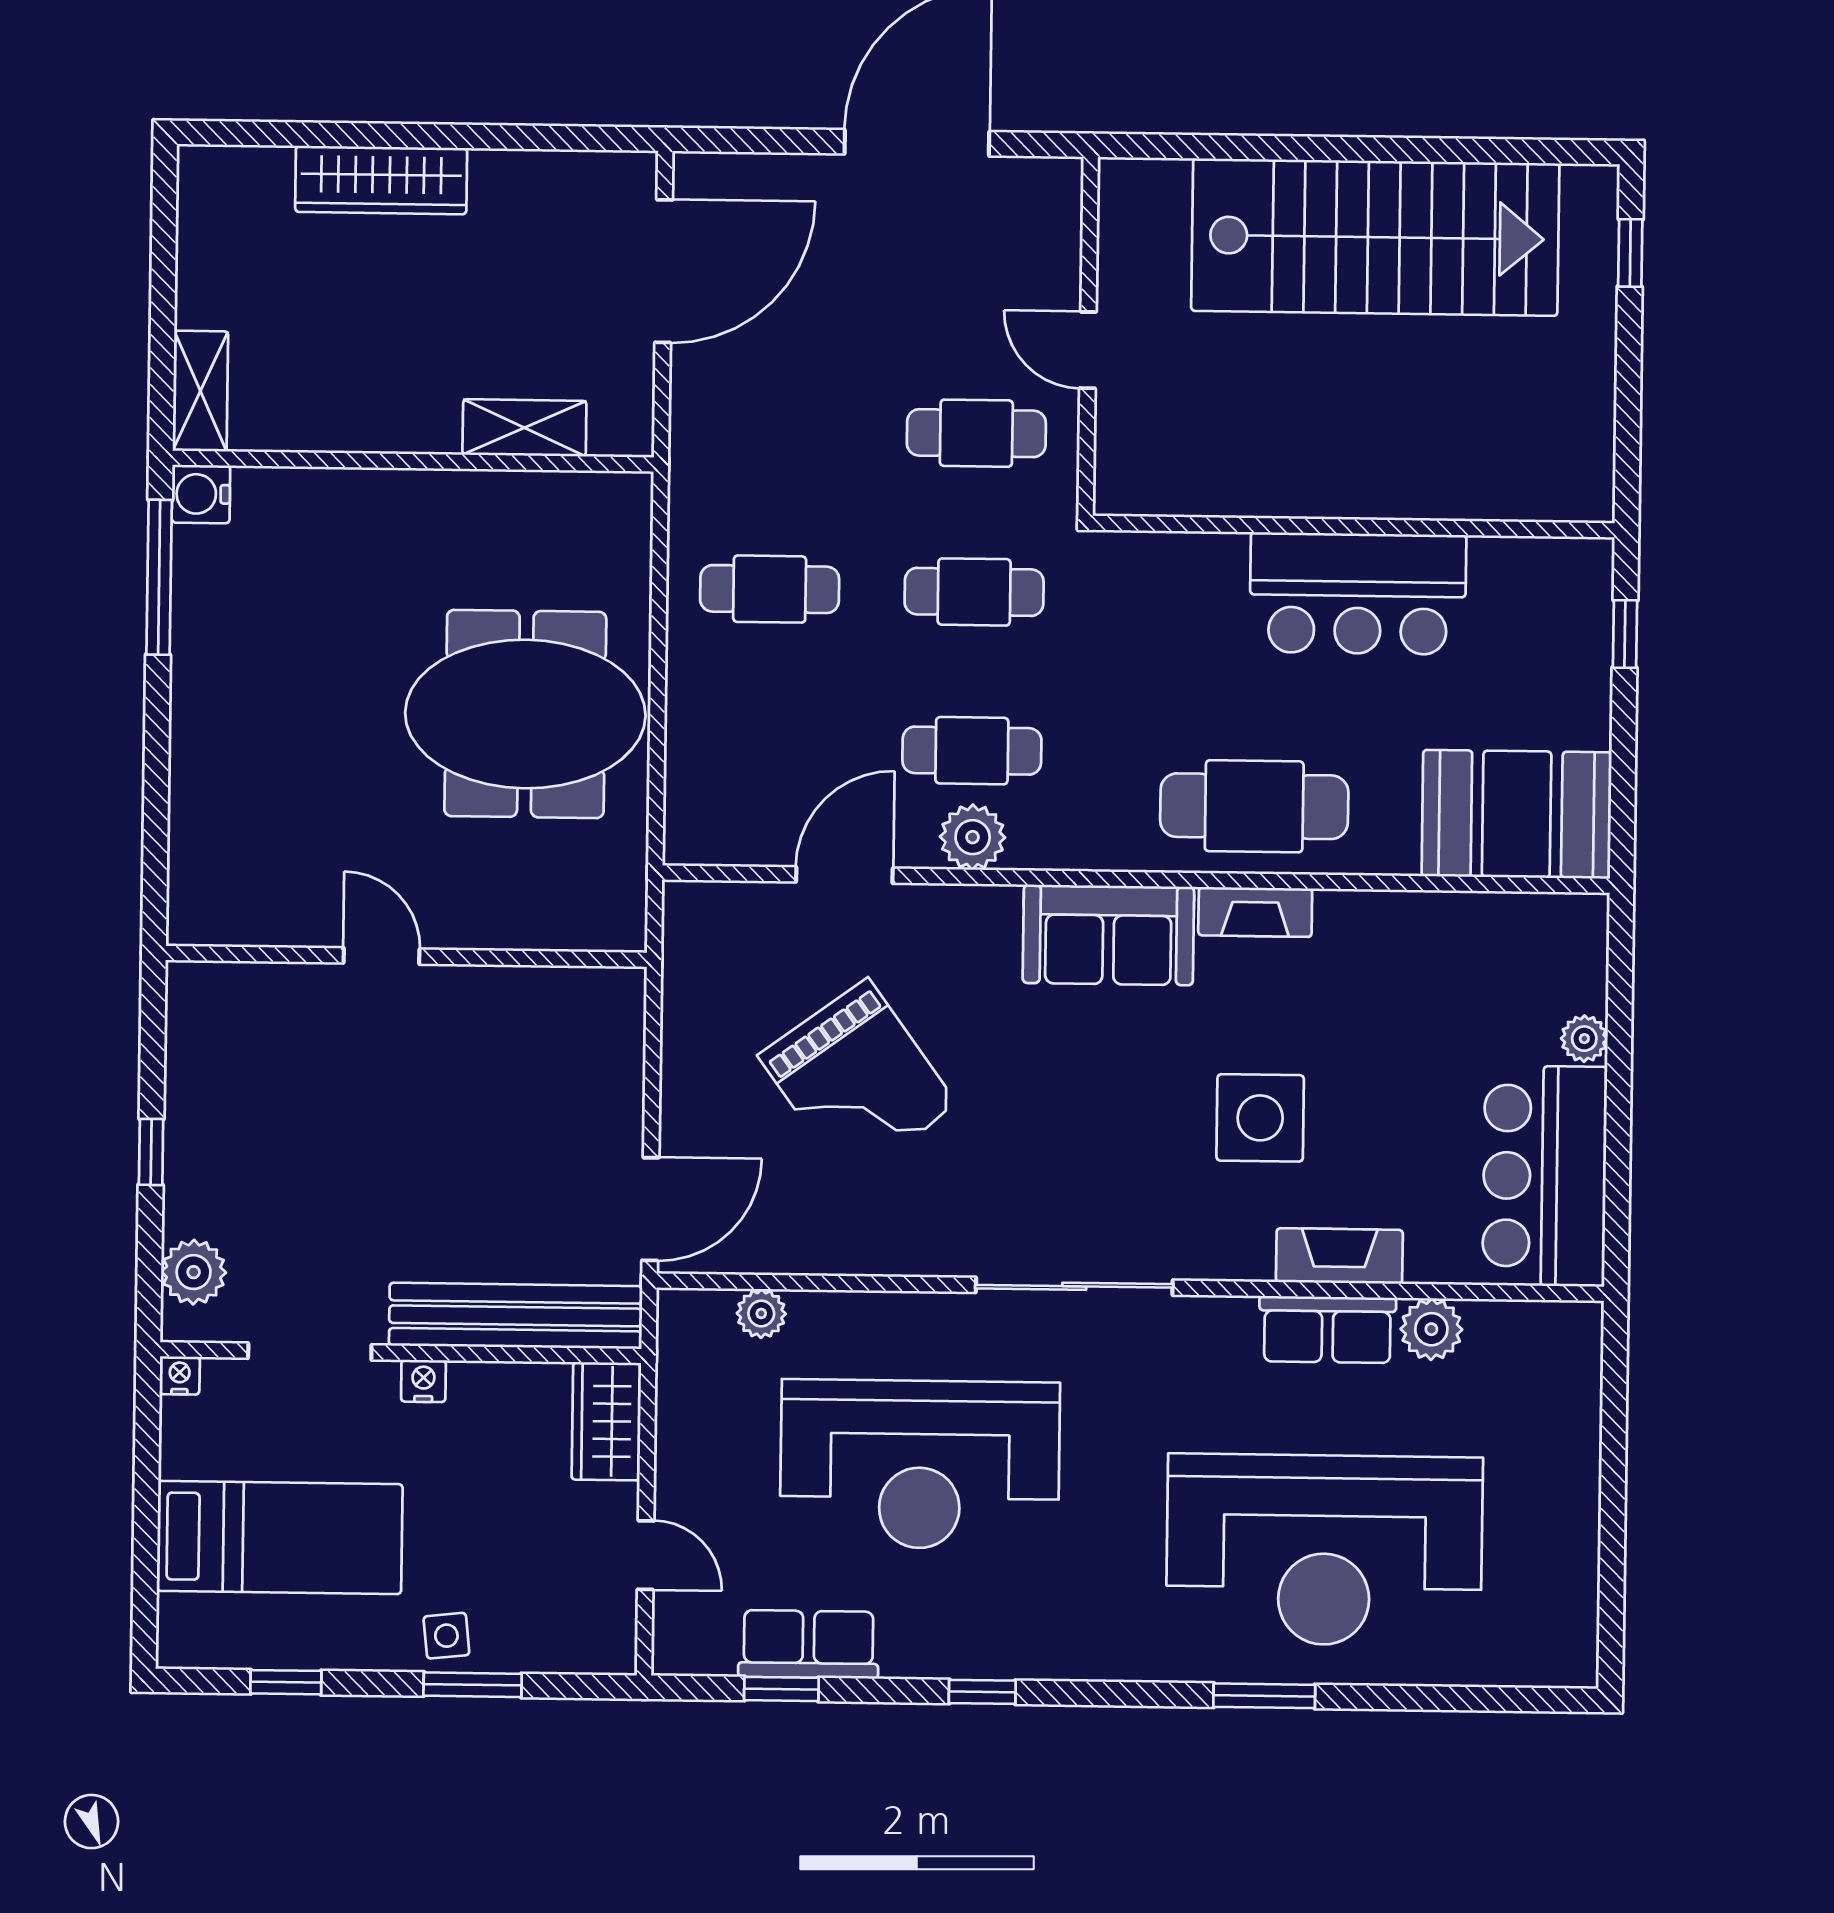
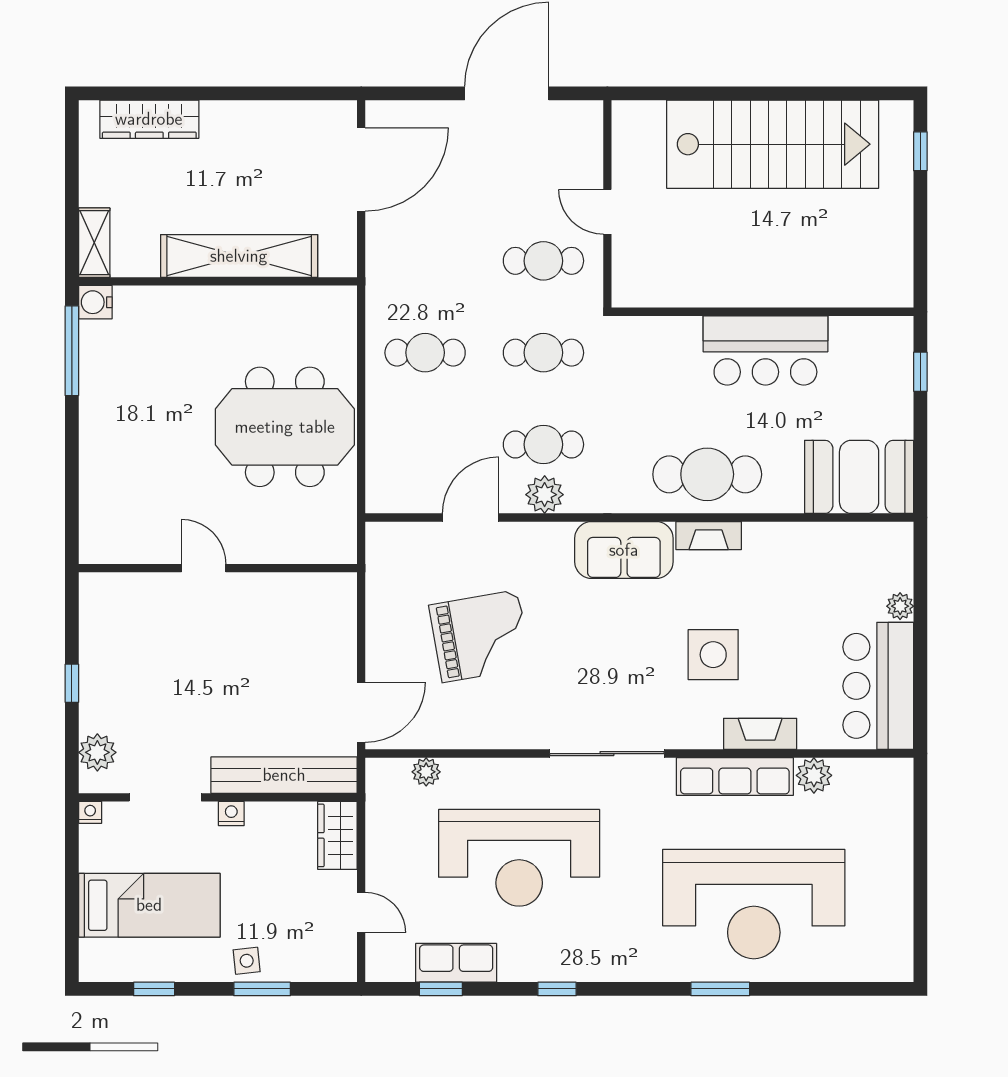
wardrobe: (381, 180) -> (149, 119), moved
shelving: (524, 428) -> (239, 256), width x2.20, depth x1.33
grand piano: (858, 1080) -> (480, 636), turned -64
row of seats: (1327, 1330) -> (735, 777), width x1.48

